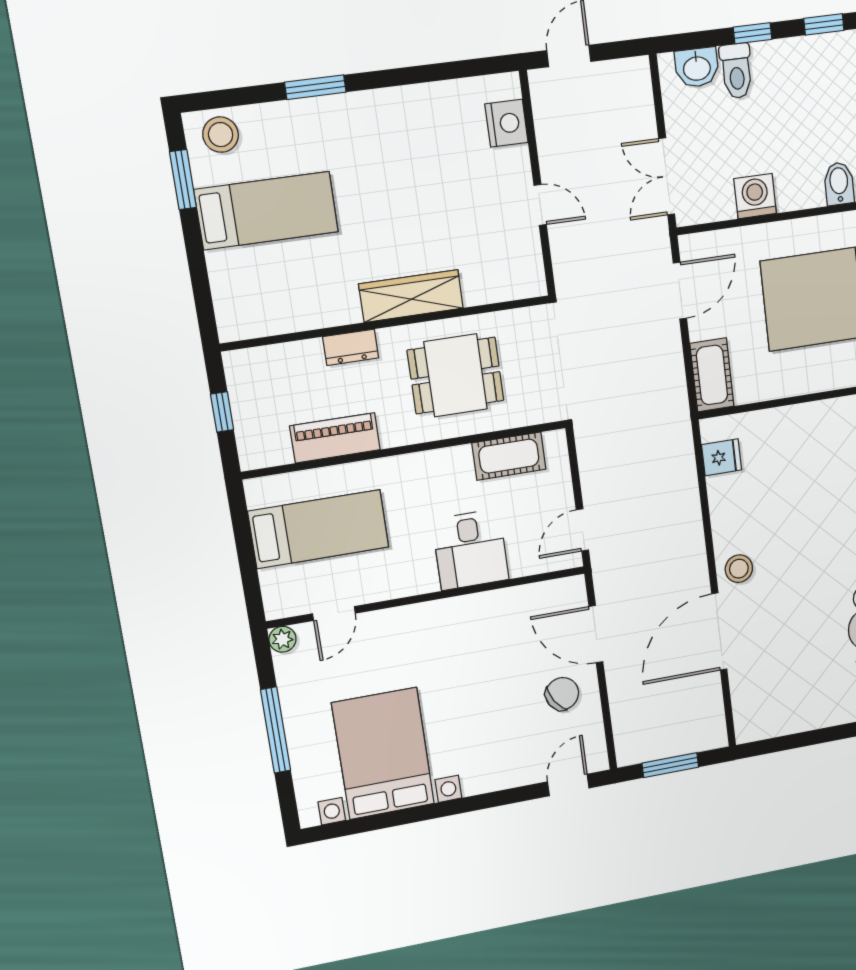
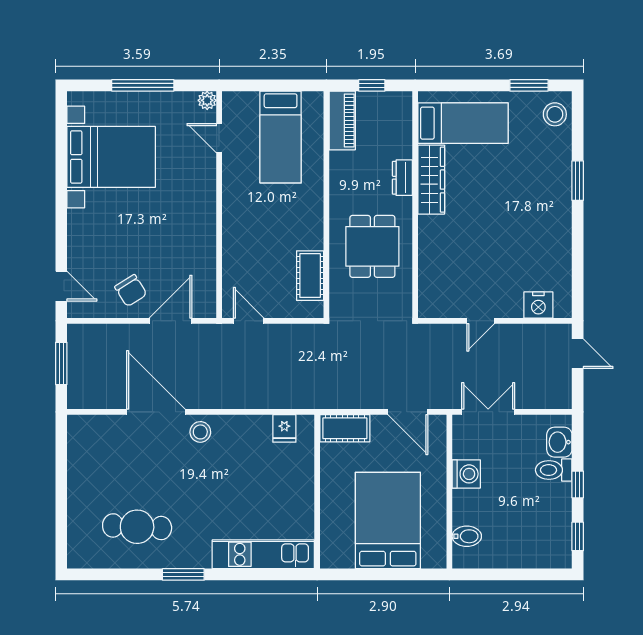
bed: (267, 211) -> (463, 123), moved, turned -90
wardrobe: (411, 296) -> (431, 180), moved
piano: (335, 438) -> (342, 120), moved
desk: (470, 550) -> (248, 239), removed

